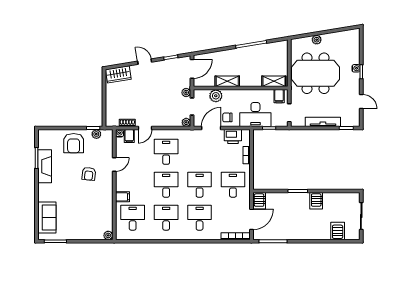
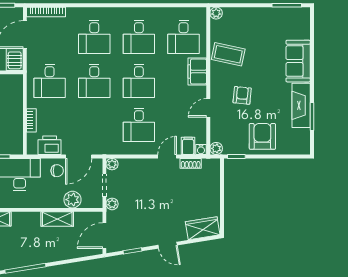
plant: (96, 134) -> (216, 148), moved
filing cabinet: (122, 197) -> (197, 72), width x2.00
coffee table: (99, 205) -> (228, 54), added
sofa: (47, 217) -> (298, 61), moved

